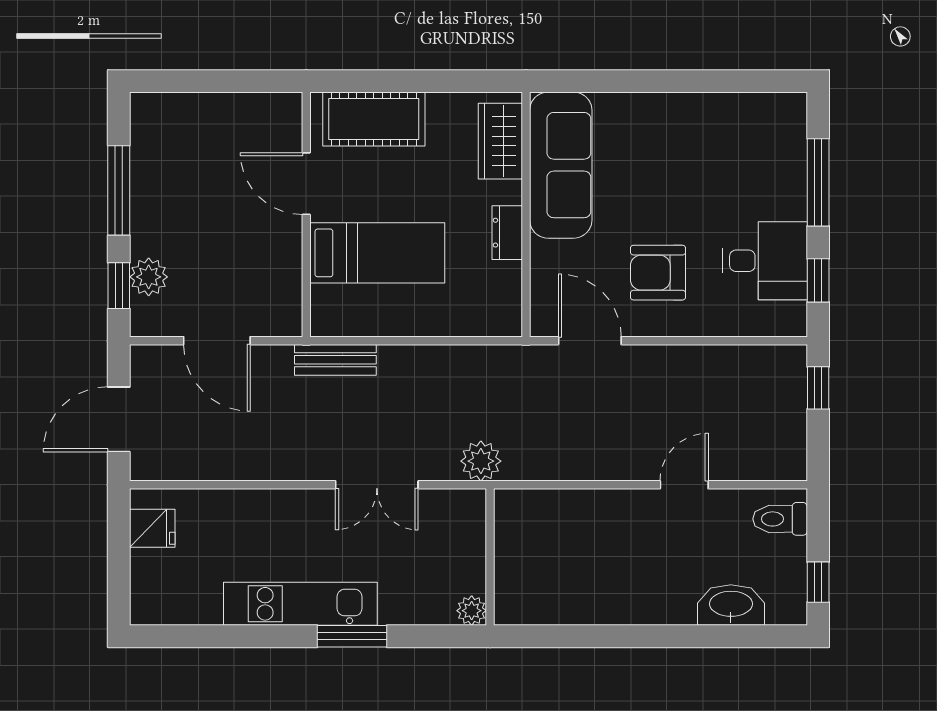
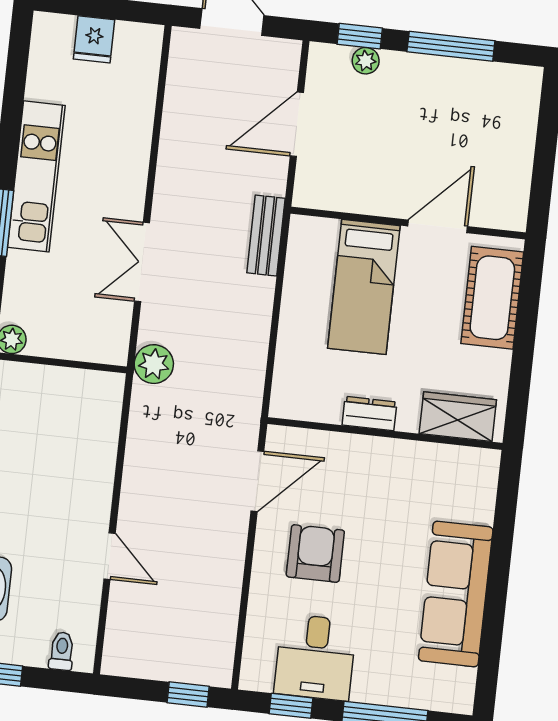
sofa: (561, 165) -> (456, 594), moved, turned 90
plant: (149, 277) -> (366, 61), width x0.73, depth x0.73
toilet: (780, 519) -> (62, 651), width x0.73, depth x0.72
fridge: (152, 528) -> (94, 39), moved

